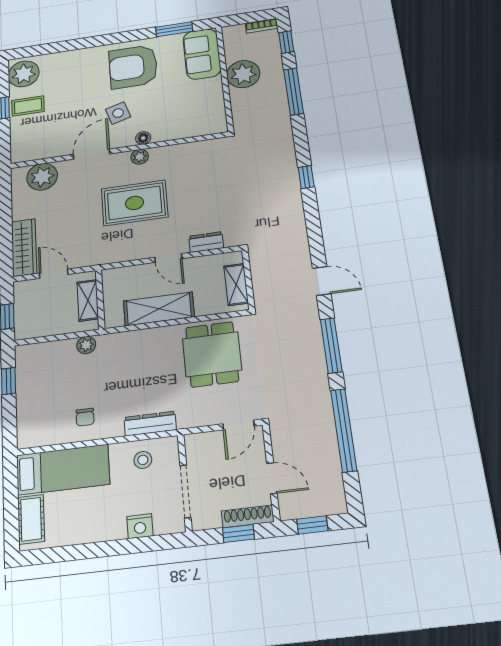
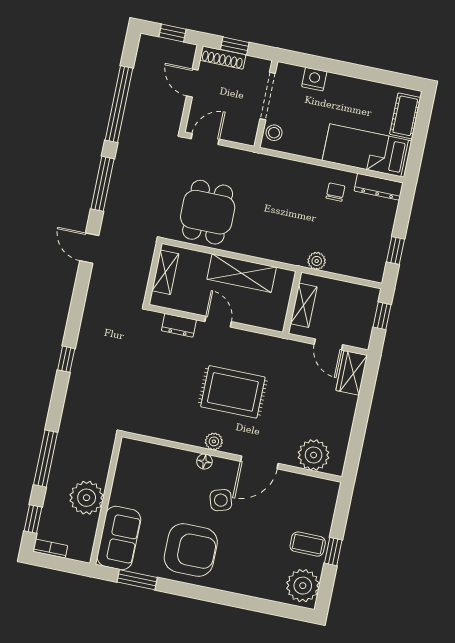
wardrobe: (24, 247) -> (352, 373), width x0.67
dresser: (150, 424) -> (379, 187), moved
stool: (143, 460) -> (274, 133), moved

